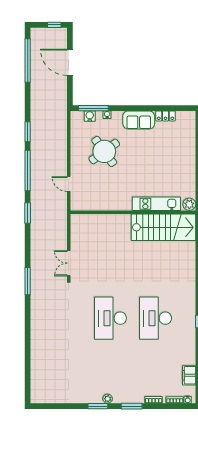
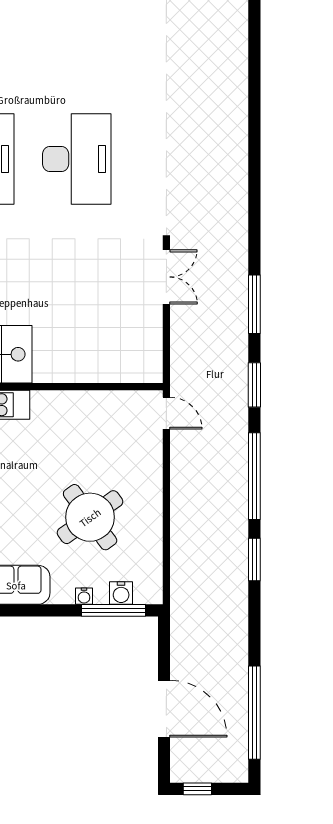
door: (69, 184) -> (166, 413), moved
window: (28, 281) -> (254, 304), moved

